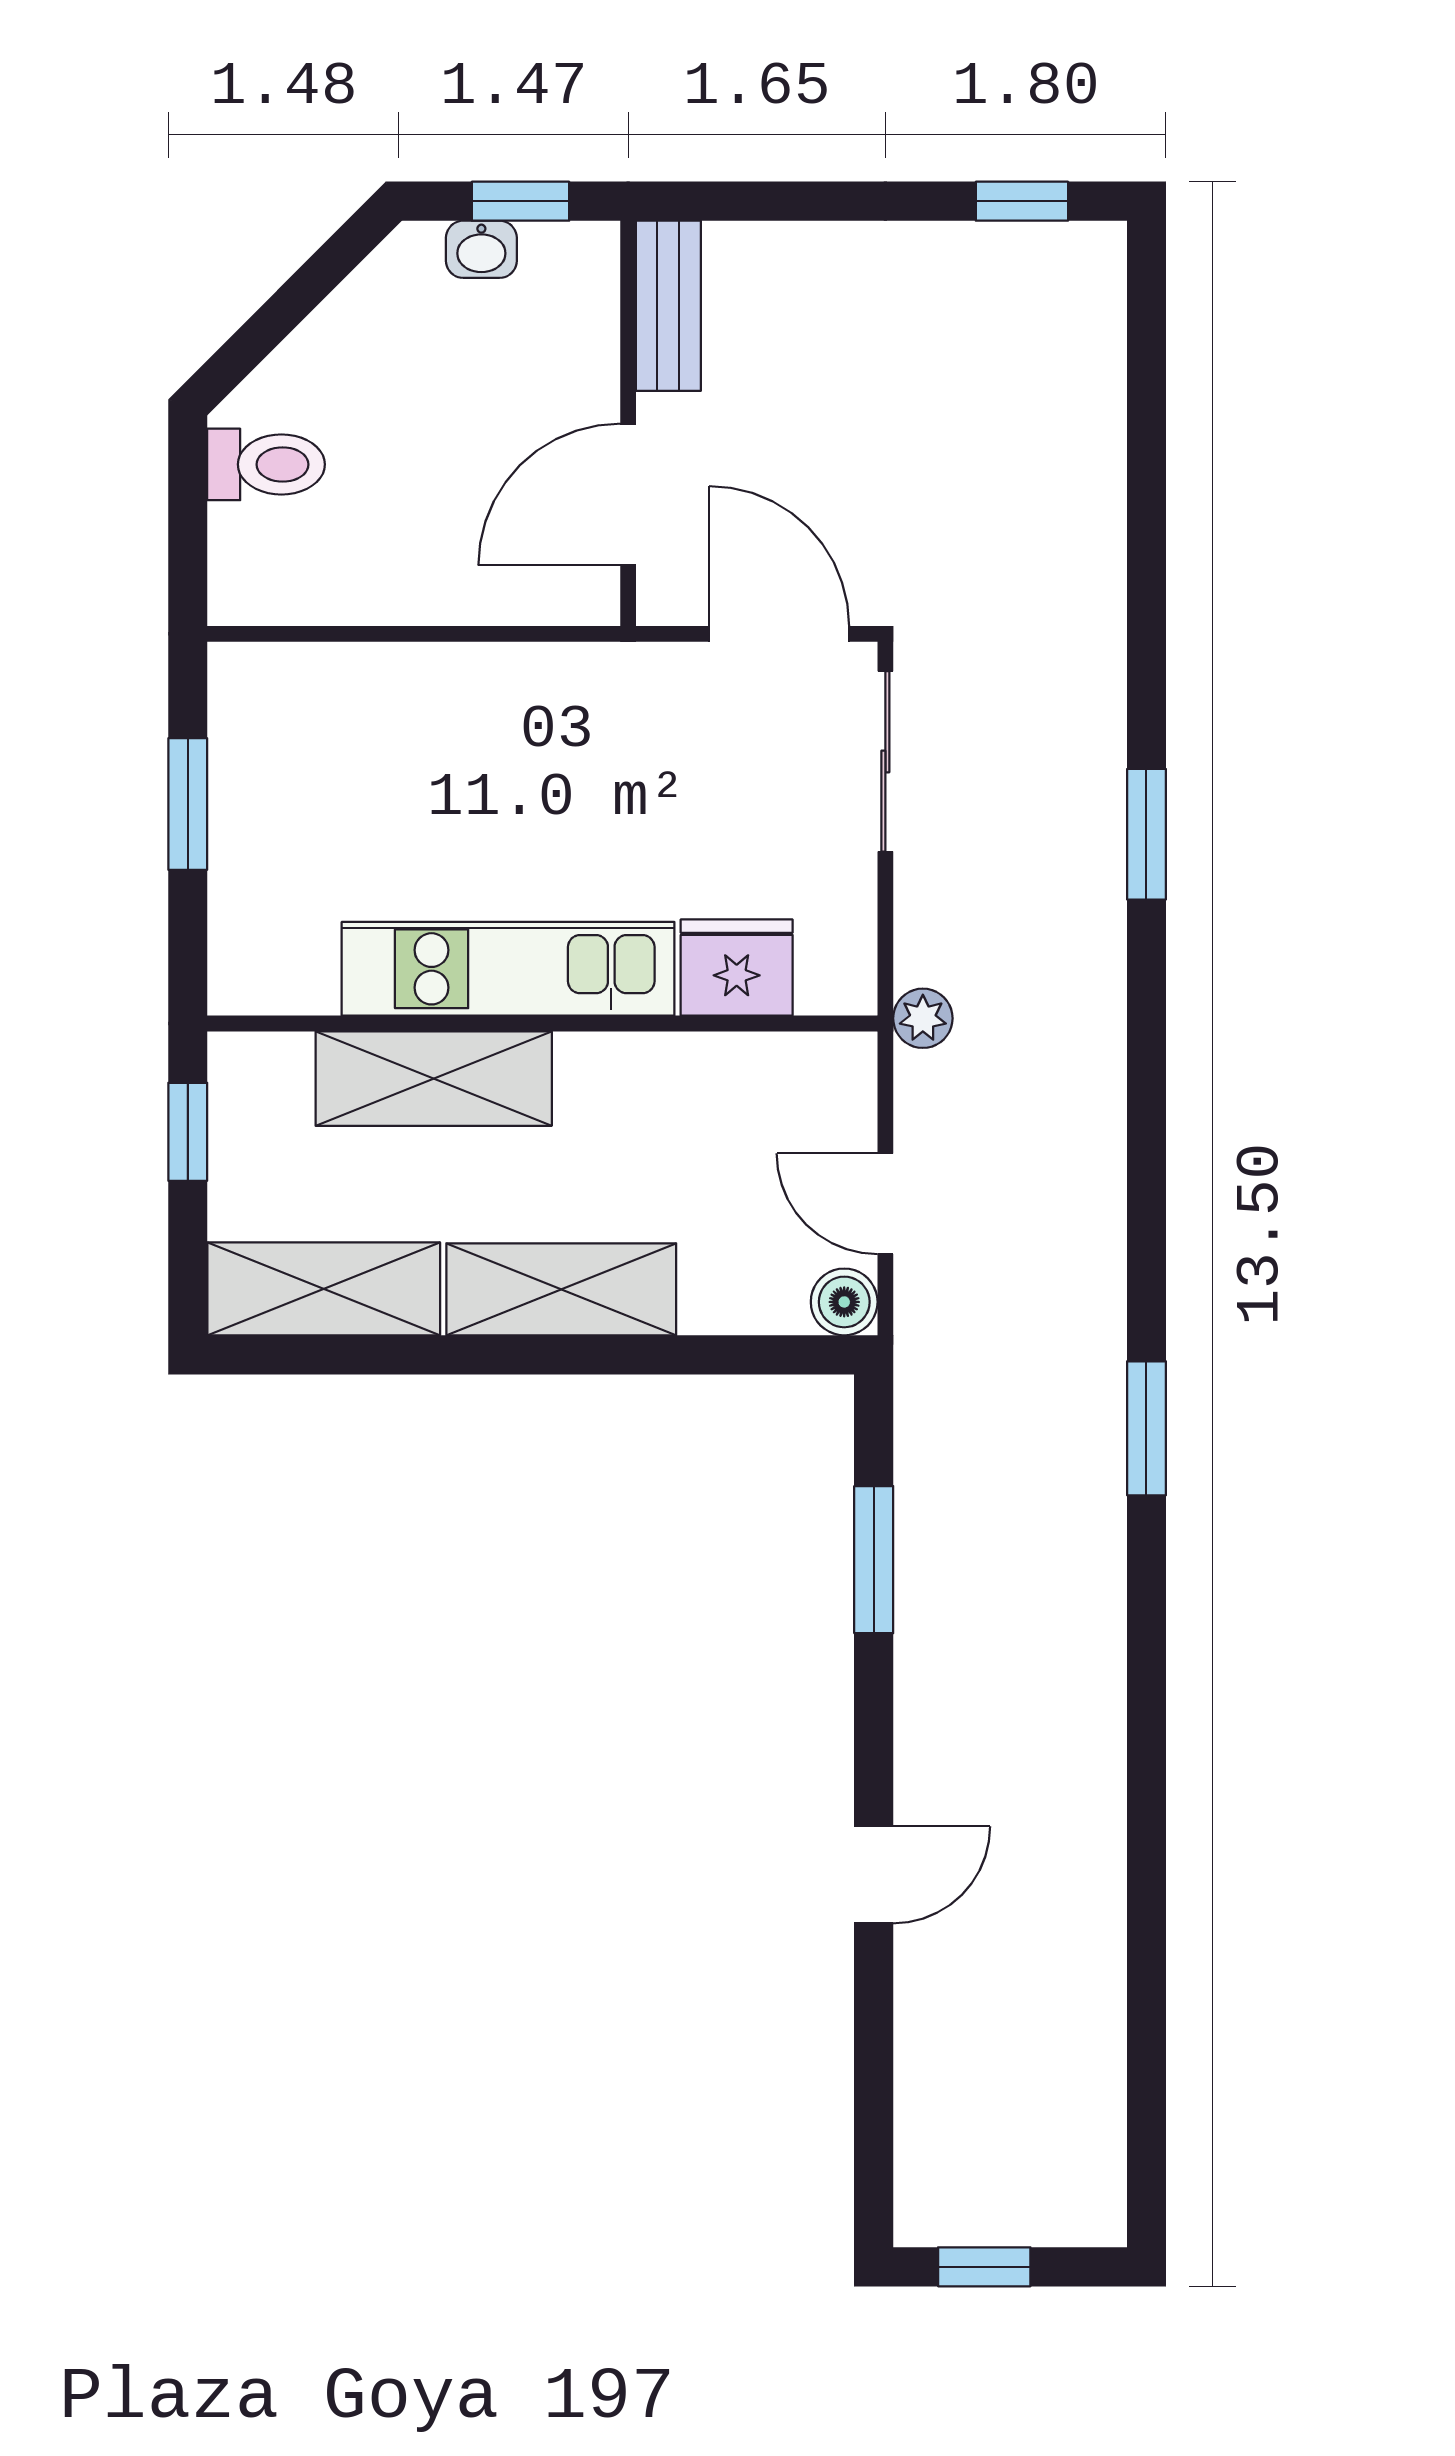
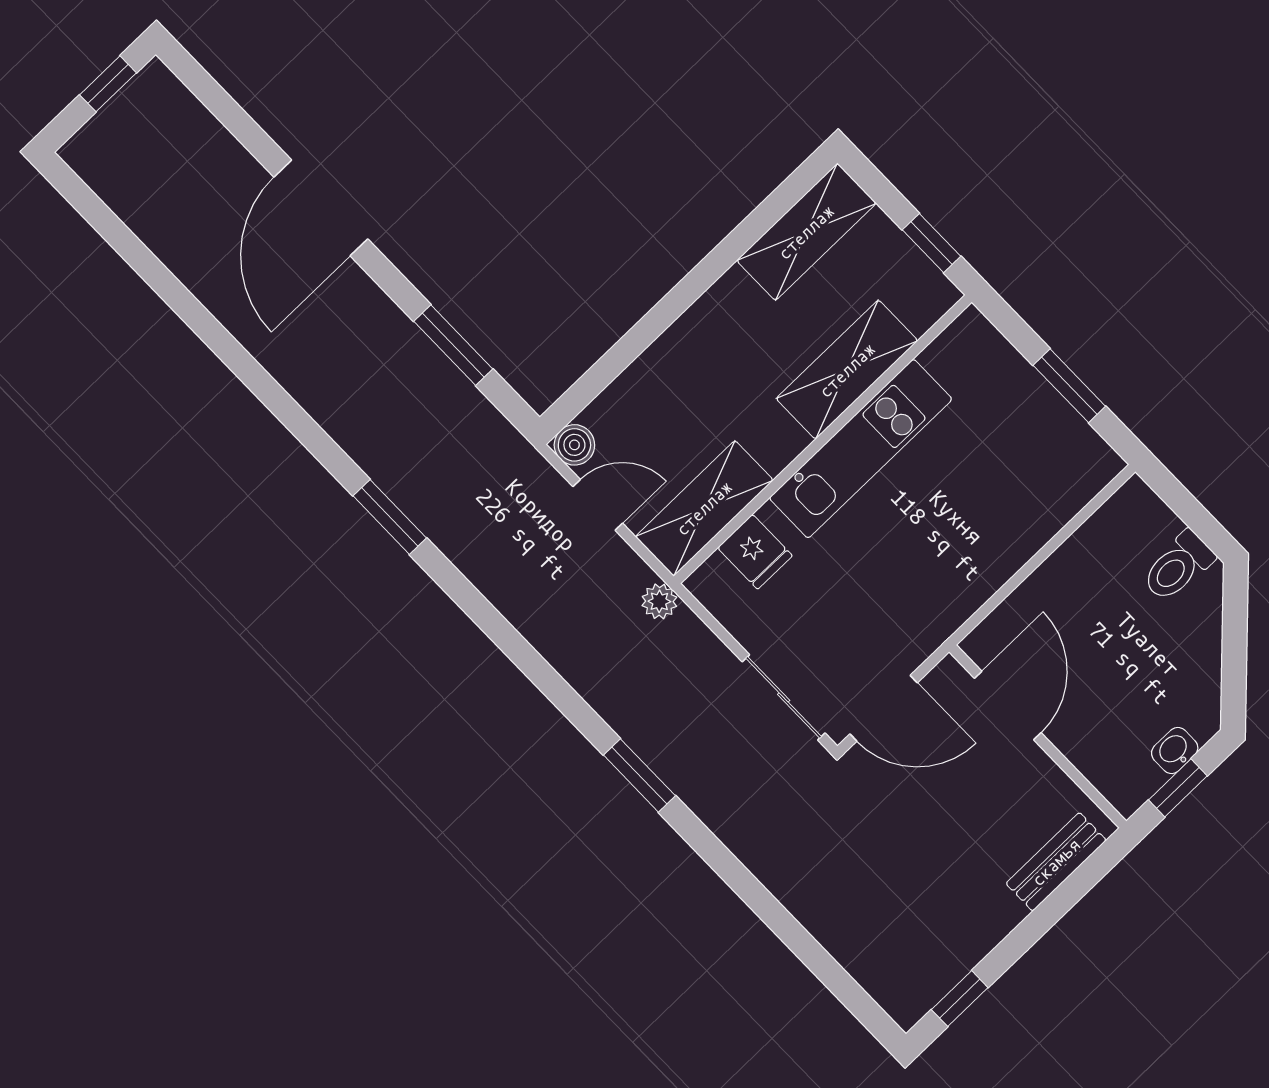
bench: (668, 306) -> (1056, 862), moved, turned 90
fridge: (737, 968) -> (755, 552), width x0.72
shelving: (561, 1289) -> (704, 508), moved
door: (874, 1875) -> (321, 208), width x1.88

